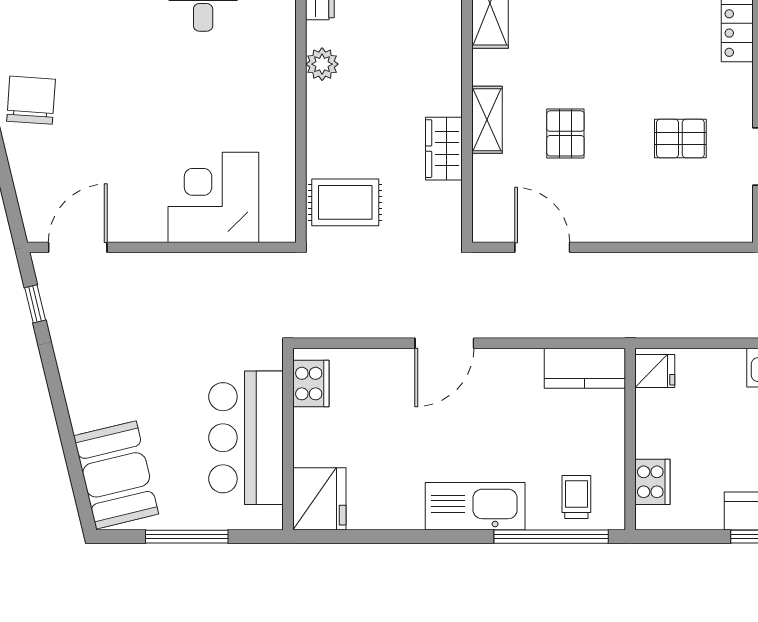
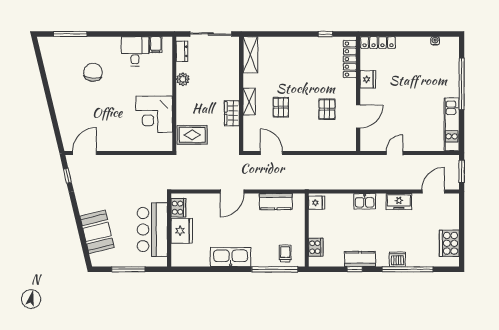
chair: (31, 100) -> (93, 72), moved
pallet: (680, 139) -> (327, 109), turned 90
corner desk: (213, 197) -> (154, 114), moved, turned -90
kitchen counter: (585, 368) -> (276, 202), moved
booth: (116, 475) -> (97, 232), moved
fridge: (319, 499) -> (182, 231), moved
kitchen sink: (475, 506) -> (231, 257), moved

